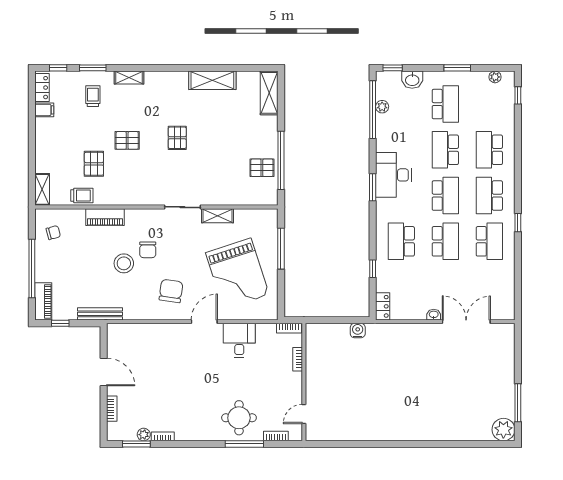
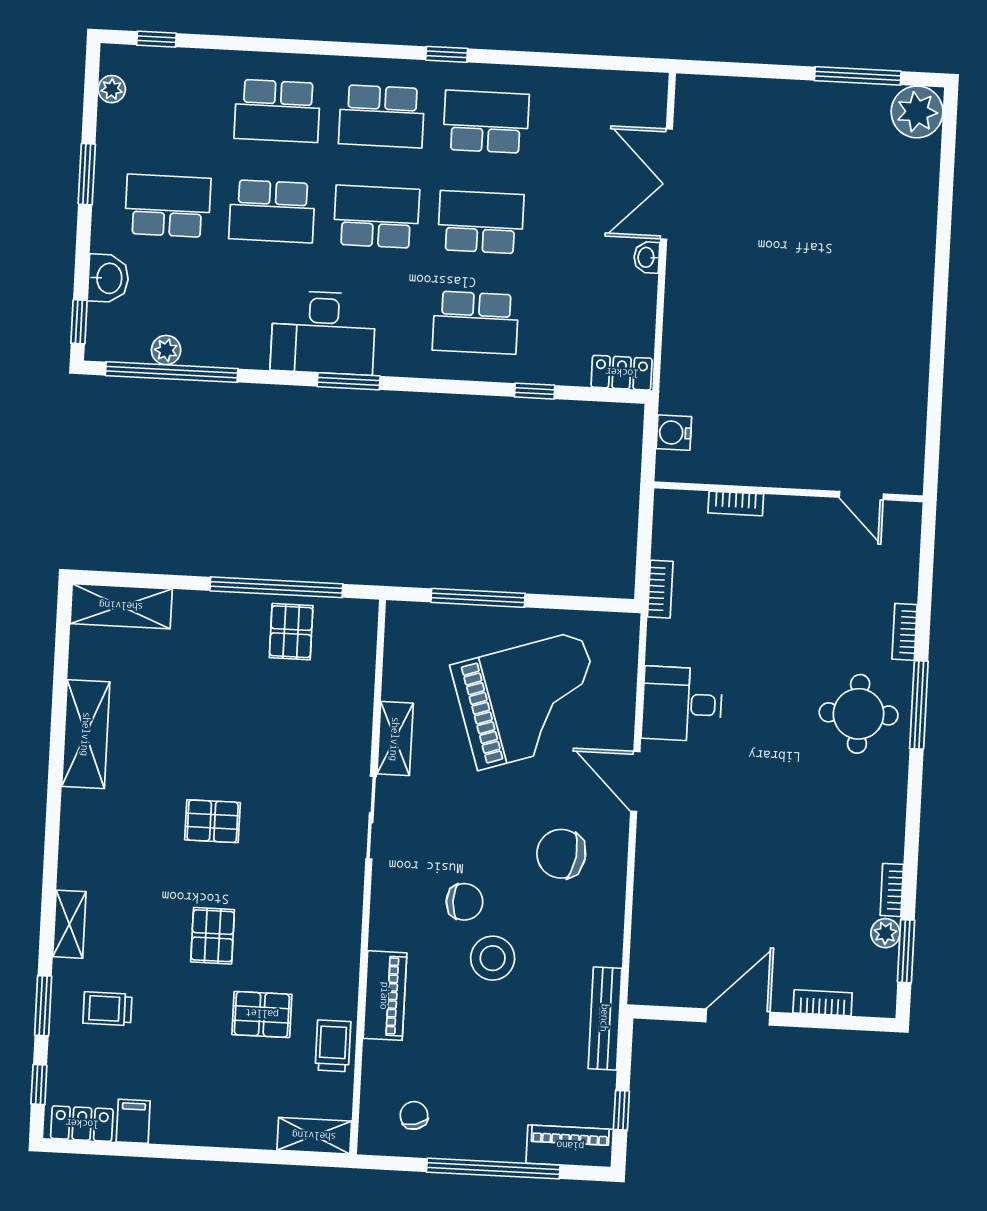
bookcase: (298, 359) -> (736, 503), moved
wall: (304, 382) -> (788, 492), moved
door: (304, 414) -> (861, 496), moved

